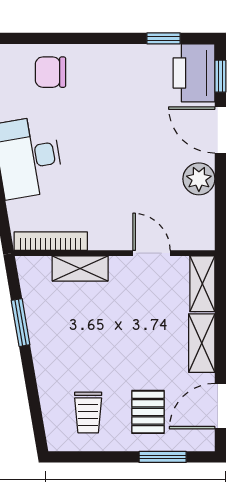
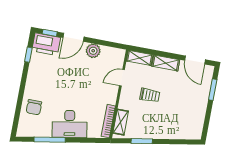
shelving: (80, 269) -> (121, 122), moved
pallet: (148, 412) -> (192, 92), removed
trolley: (88, 413) -> (150, 95), moved

